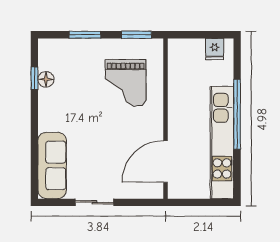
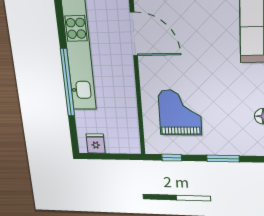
window: (136, 35) -> (172, 158), width x0.67
door: (166, 161) -> (134, 34), hinge flipped

